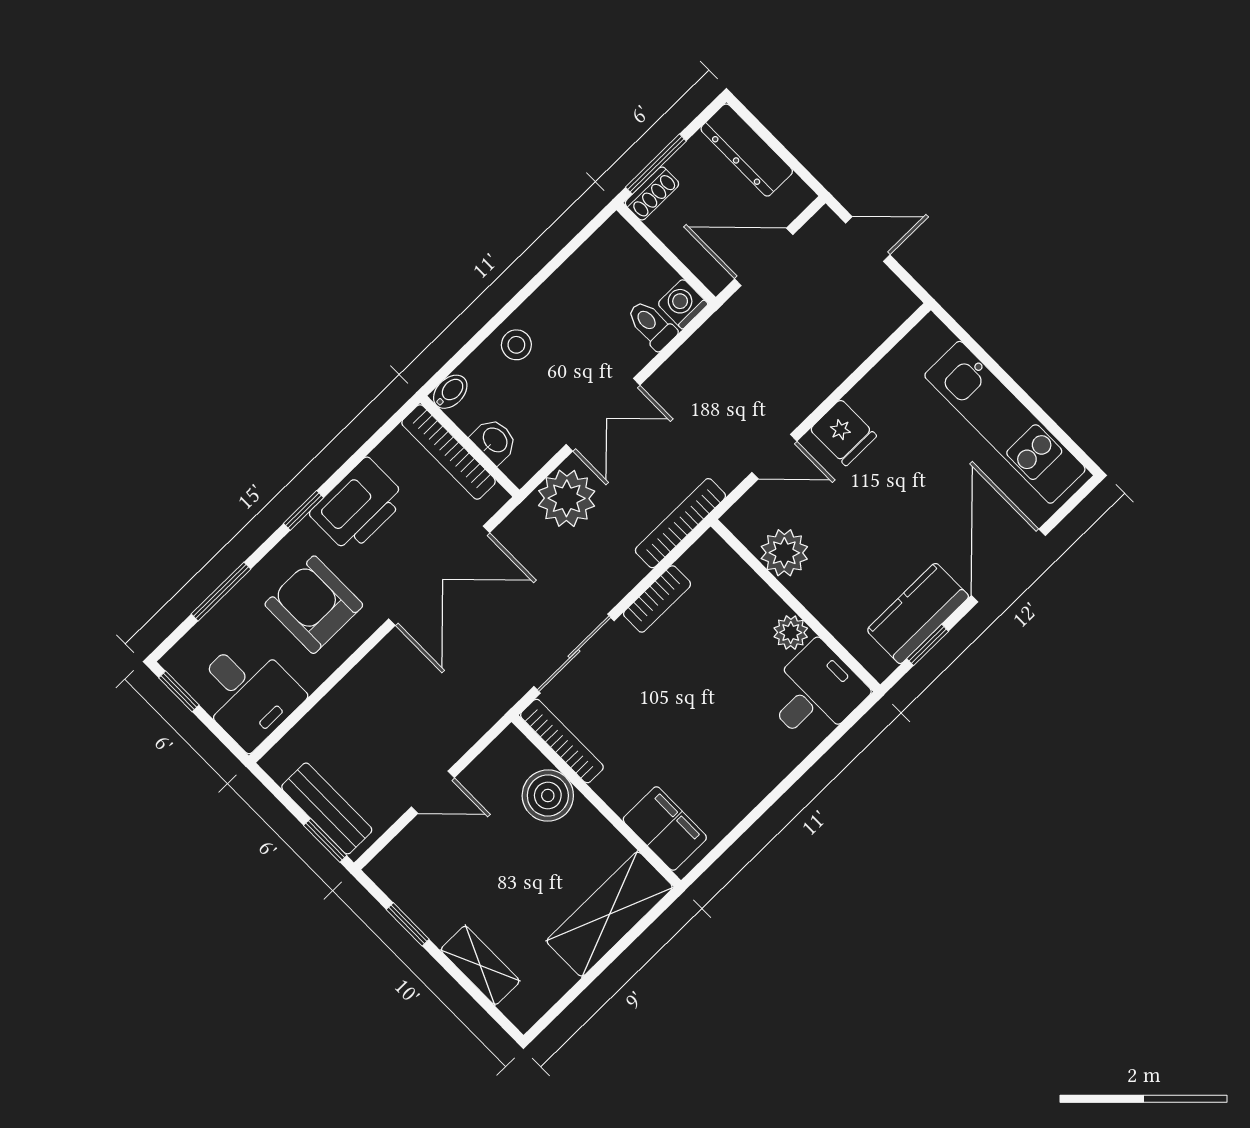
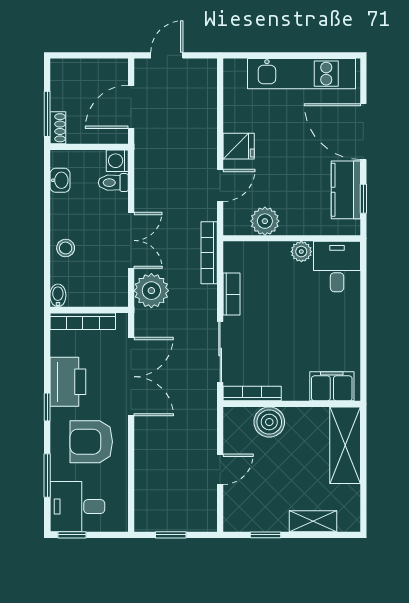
dresser: (747, 150) -> (79, 70), removed
washbasin: (494, 441) -> (60, 180), moved, turned 90
desk: (247, 693) -> (77, 507), moved, turned 180
bench: (327, 808) -> (183, 521), removed
window: (325, 840) -> (171, 535), moved

